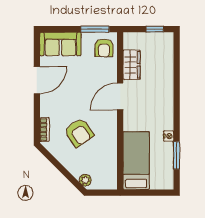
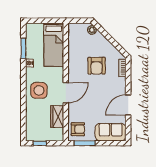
armchair: (104, 48) -> (78, 129), turned 90
side table: (156, 100) -> (39, 90), added
armchair: (79, 132) -> (97, 66), turned -145

